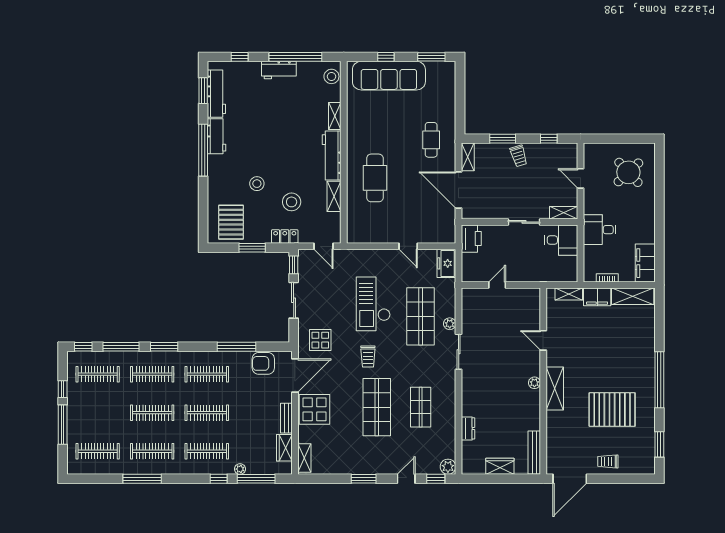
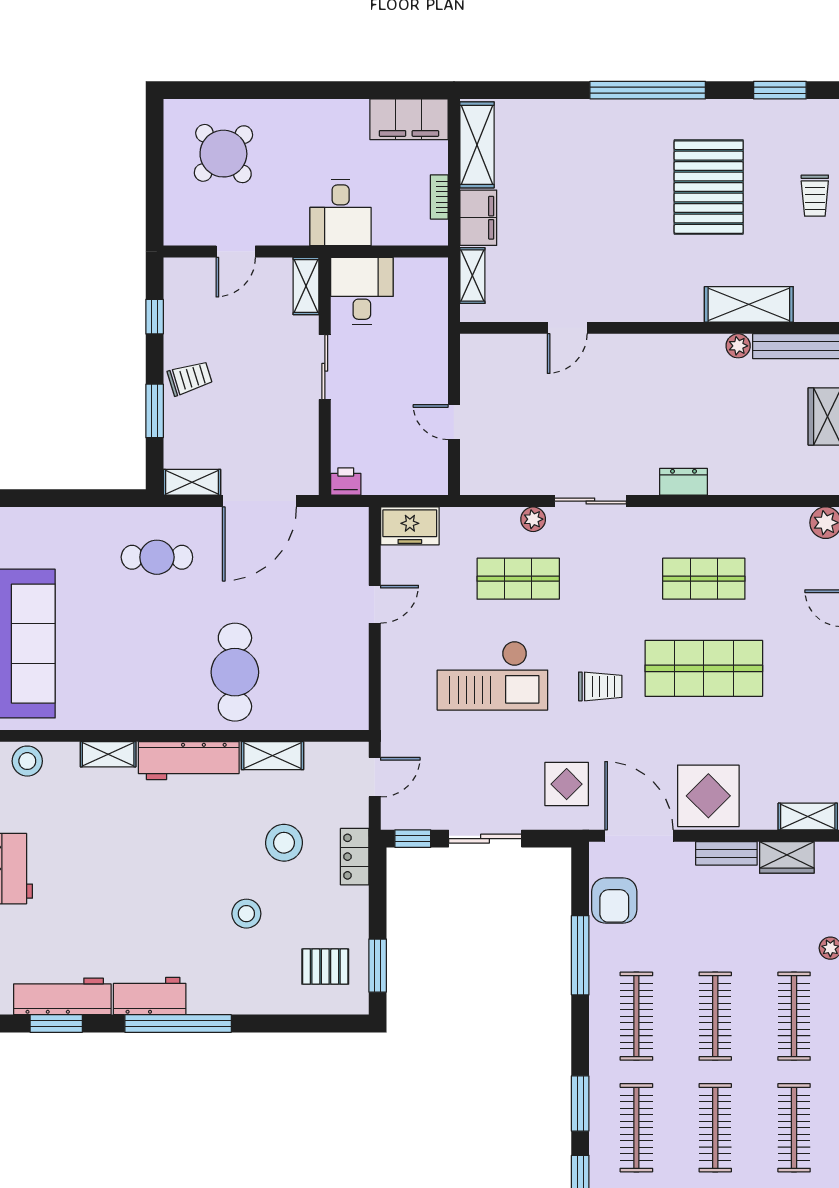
cafe table: (375, 178) -> (235, 672), turned 90
pallet: (231, 222) -> (325, 967), width x0.67, depth x0.71
printer: (471, 239) -> (346, 482), width x0.53, depth x0.68
window: (252, 248) -> (378, 966), moved
shop shelf: (421, 316) -> (518, 579), width x0.70, depth x0.74
plant: (534, 383) -> (738, 346), moved
shelving: (555, 388) -> (749, 304), moved
dresser: (468, 428) -> (684, 482), moved

